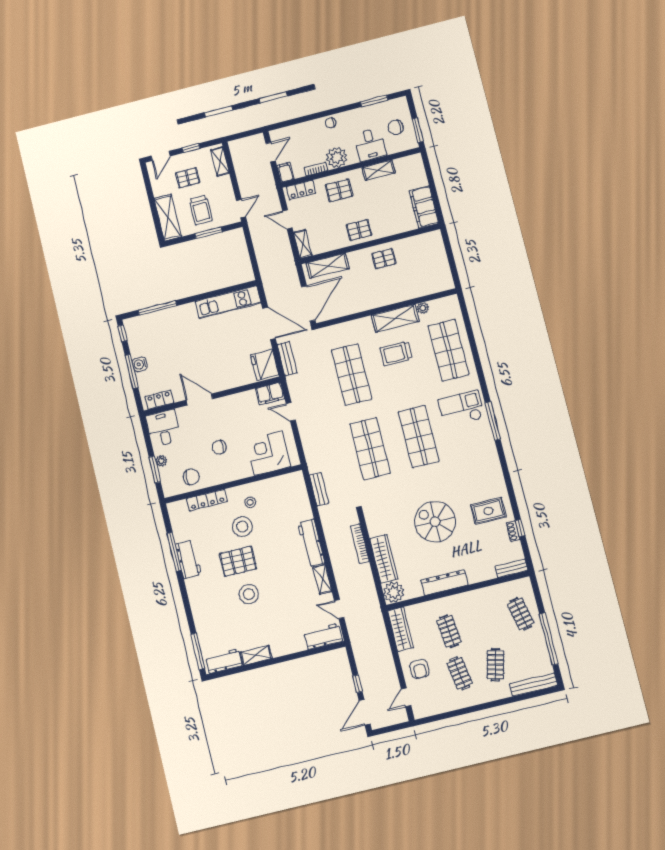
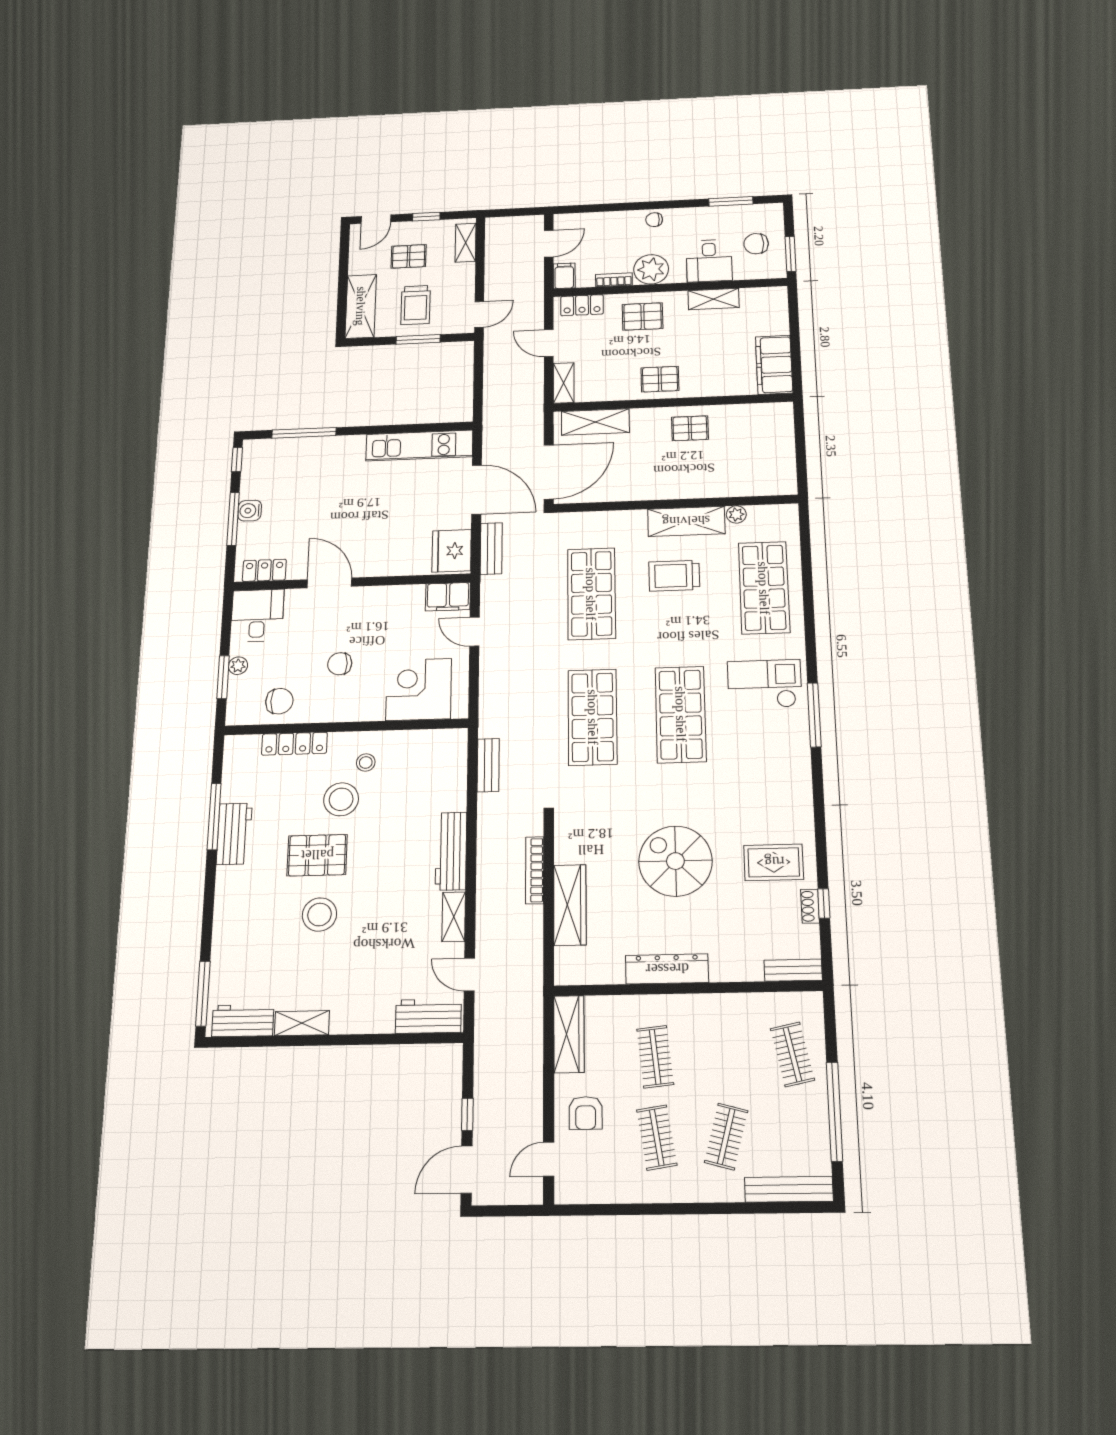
plant: (394, 592) -> (573, 966), removed

